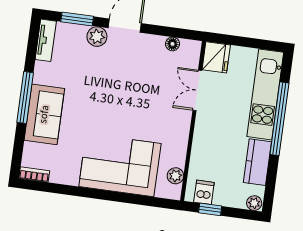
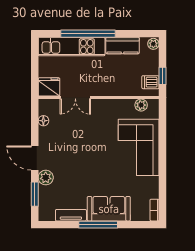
tv unit: (46, 40) -> (71, 215), moved

